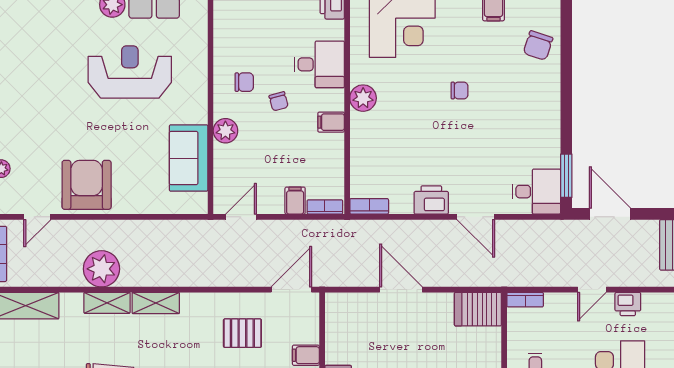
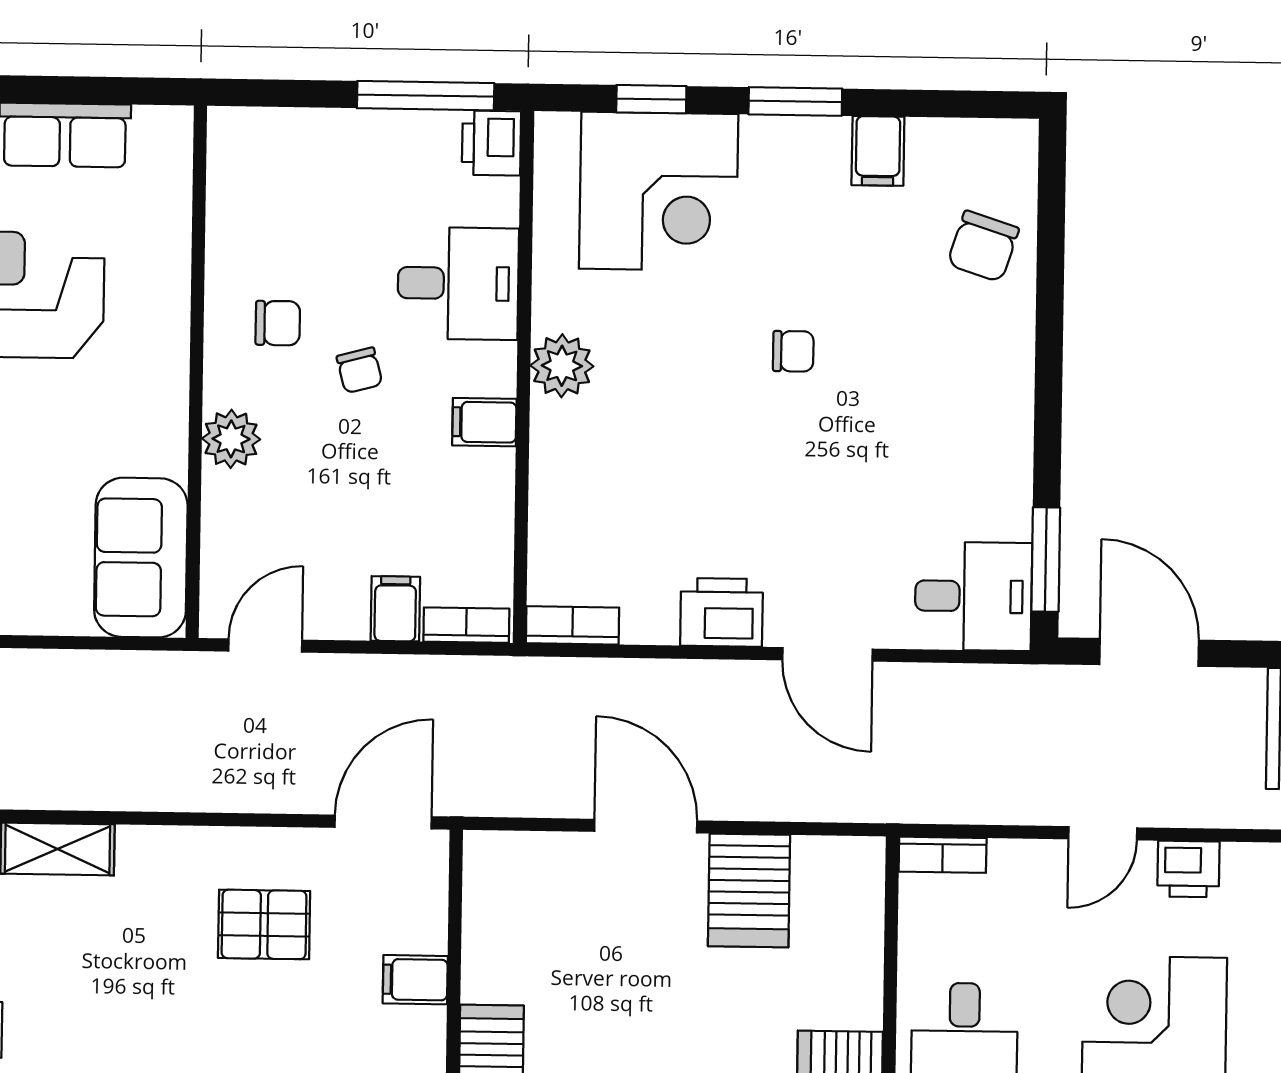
sofa: (189, 158) -> (141, 558), moved
server rack: (478, 309) -> (749, 891), moved, turned -90

